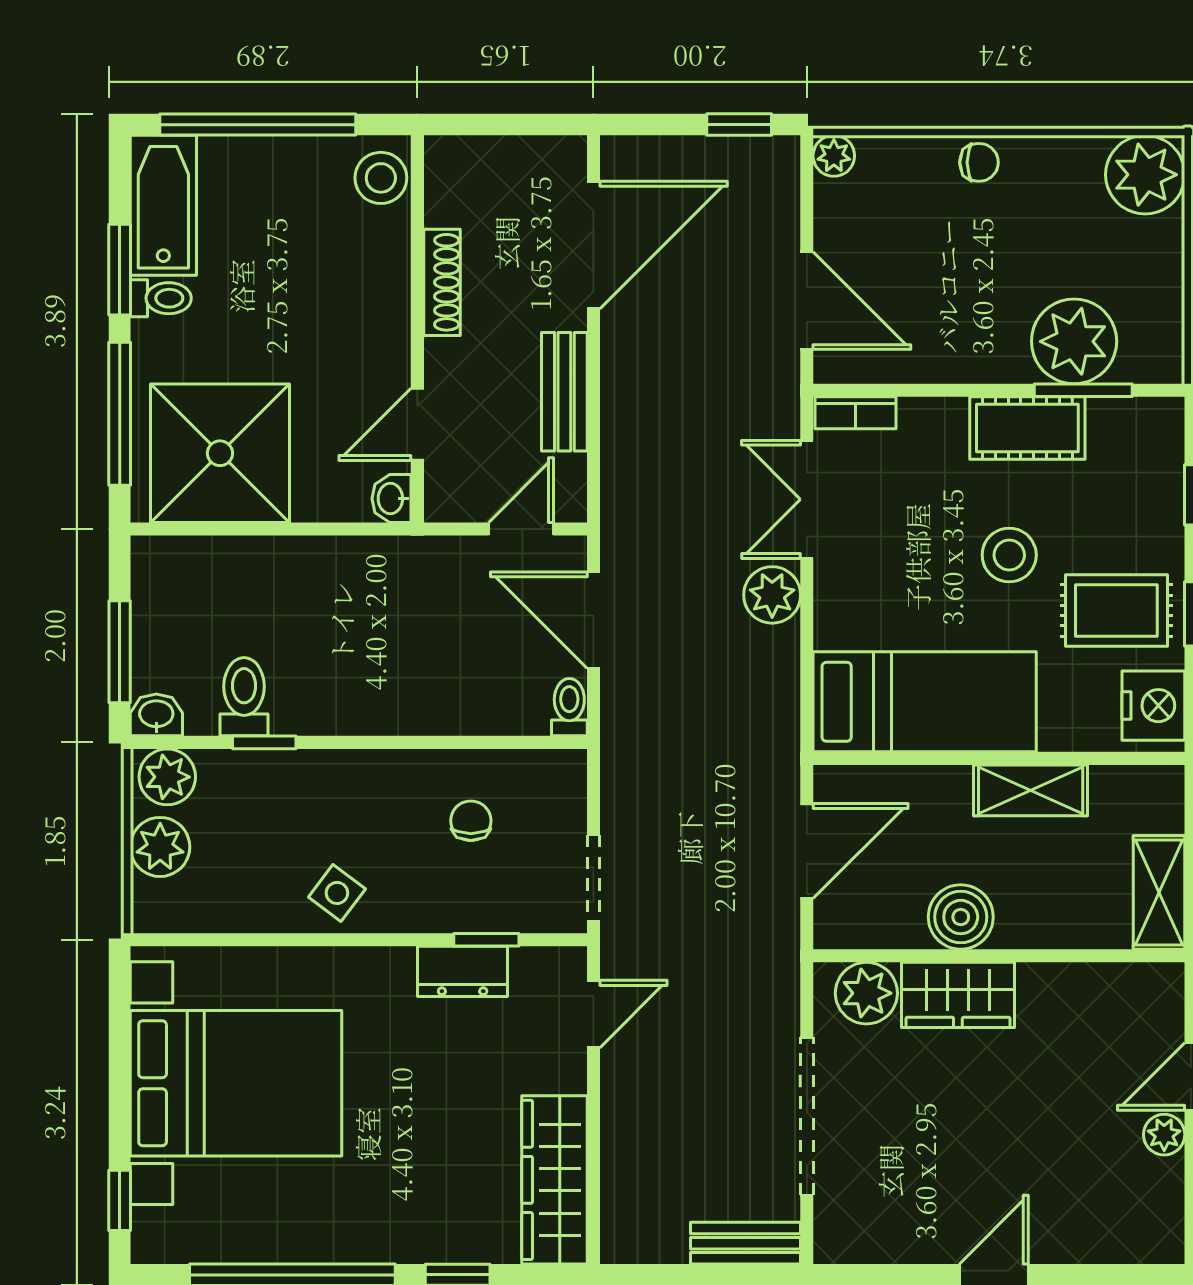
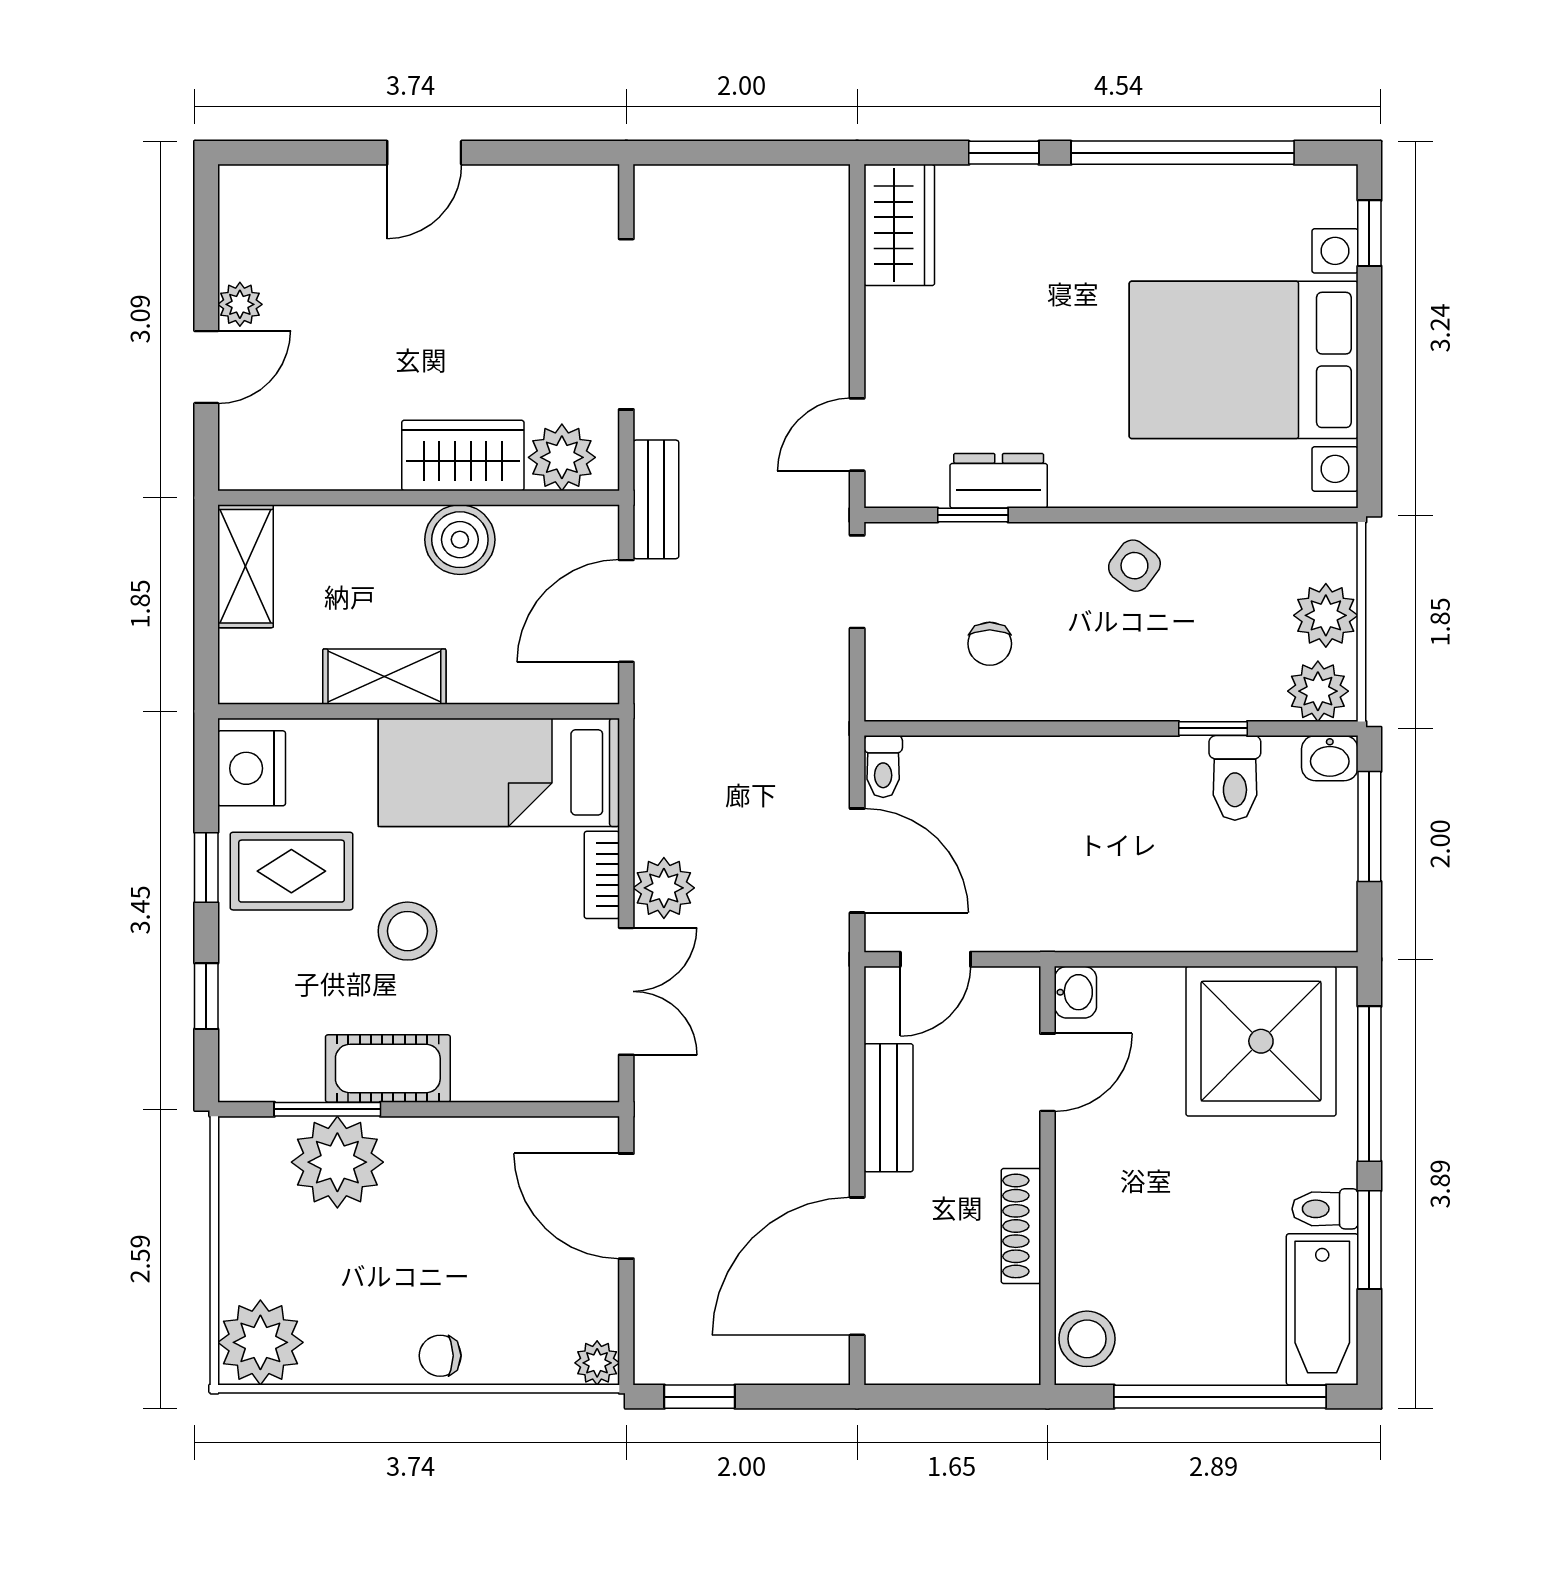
bookcase: (855, 413) -> (602, 875), moved, turned -90
wardrobe: (554, 1180) -> (899, 225), width x0.67
bench: (746, 1243) -> (656, 499), moved, turned 90

